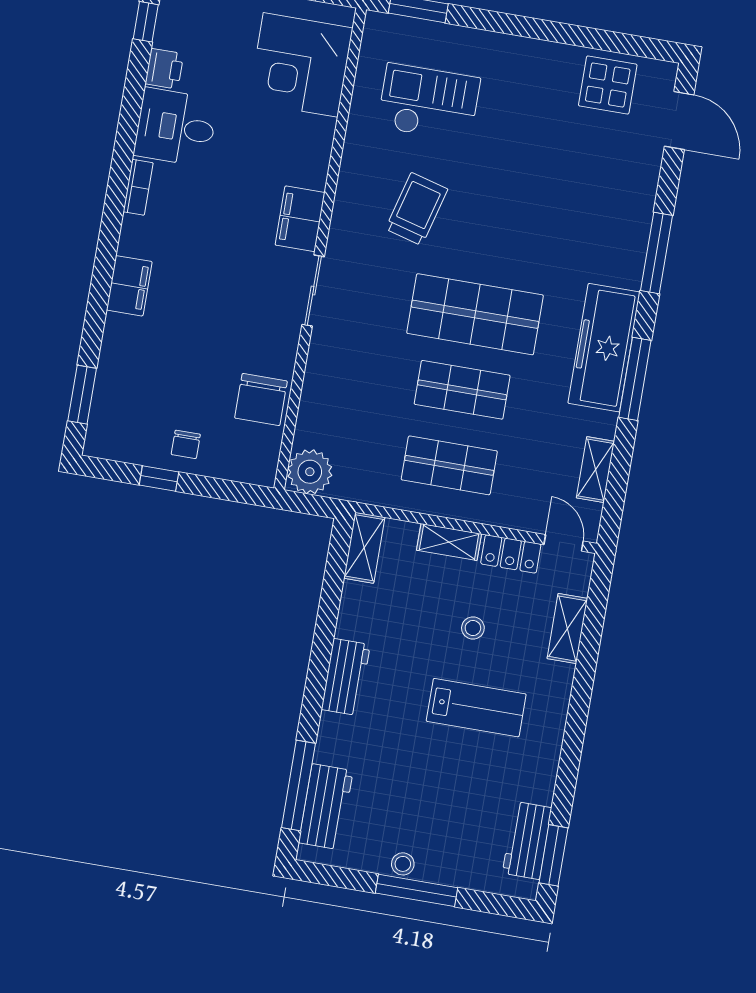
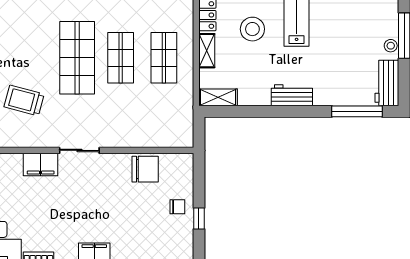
plant: (310, 472) -> (181, 135), removed
stool: (473, 628) -> (252, 29), width x1.89, depth x1.89
workbench: (326, 807) -> (387, 83), moved, turned -90

